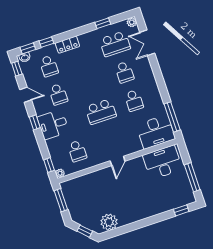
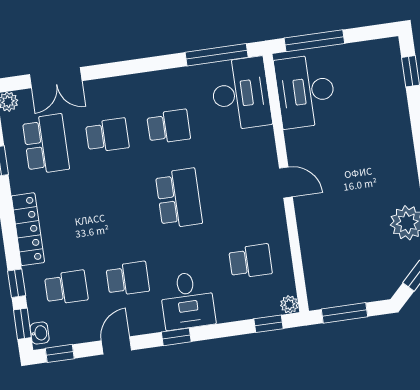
locker: (67, 45) -> (28, 229), width x1.53
window: (192, 177) -> (314, 41), moved

